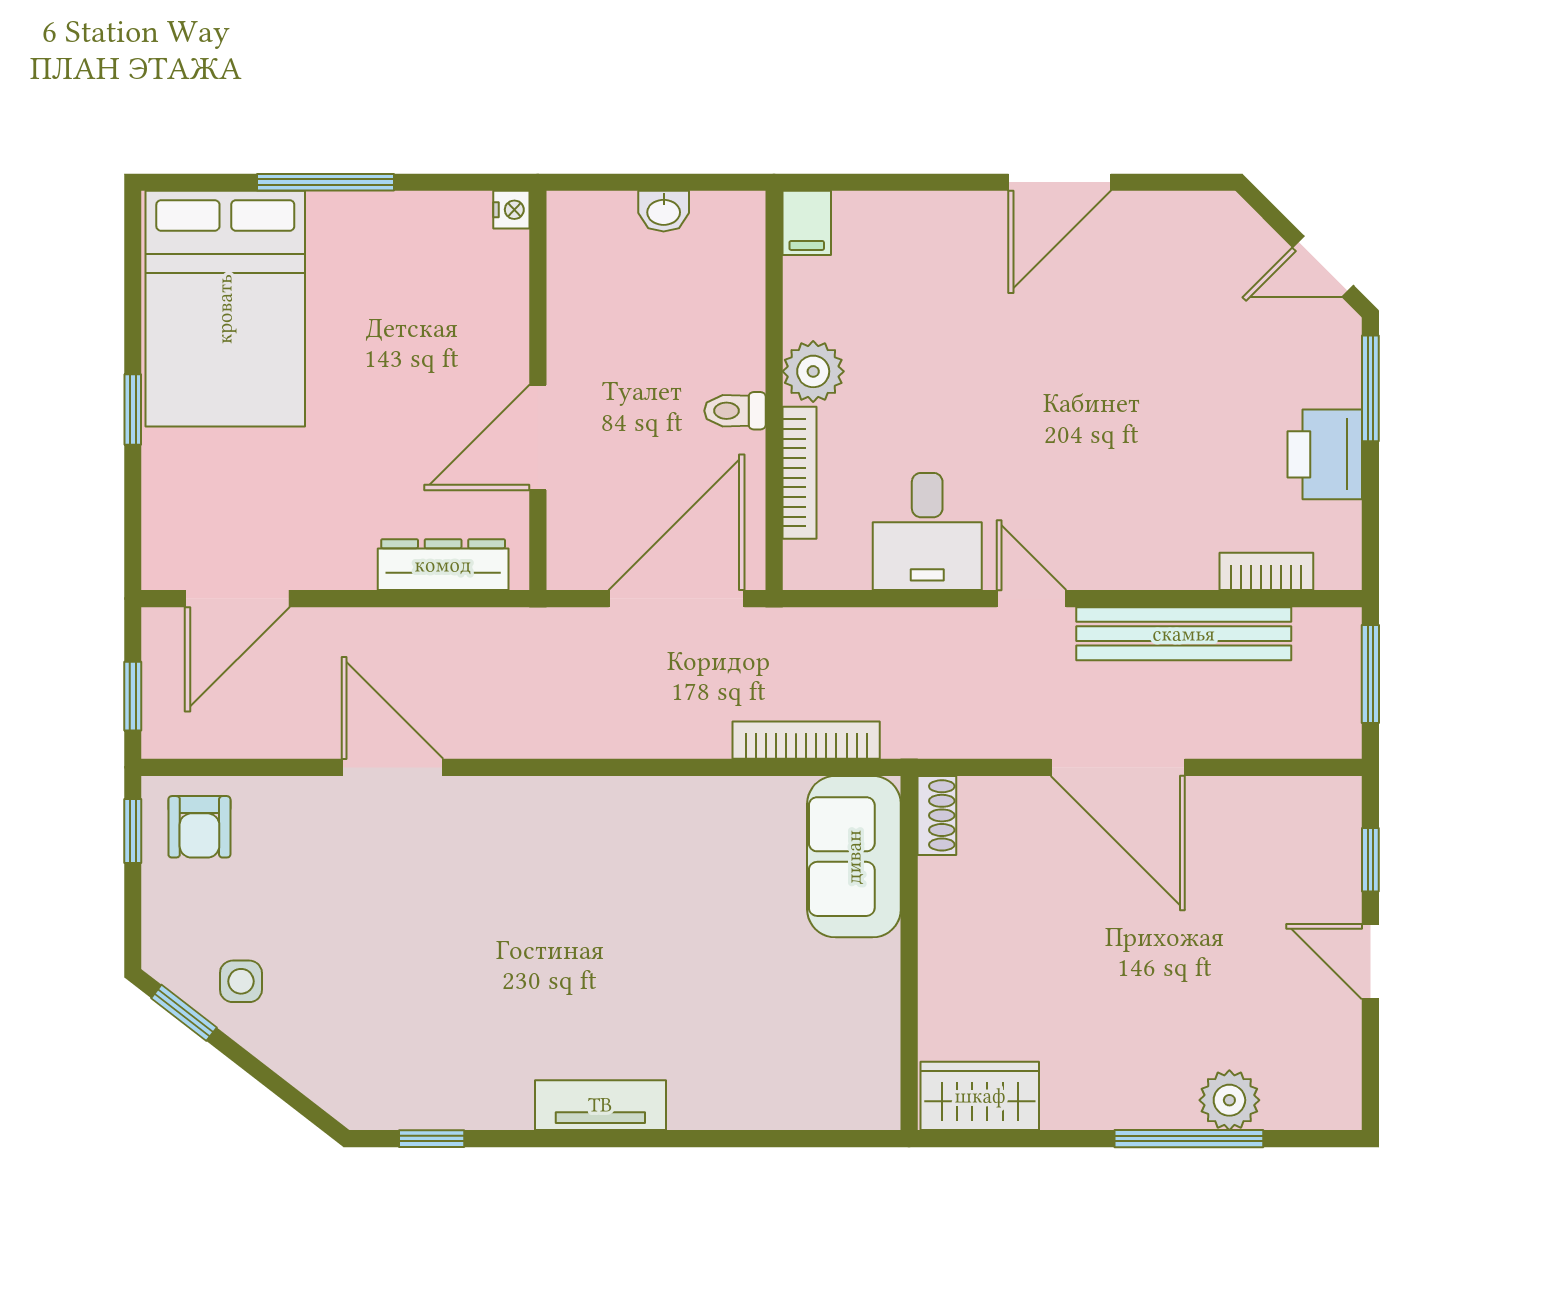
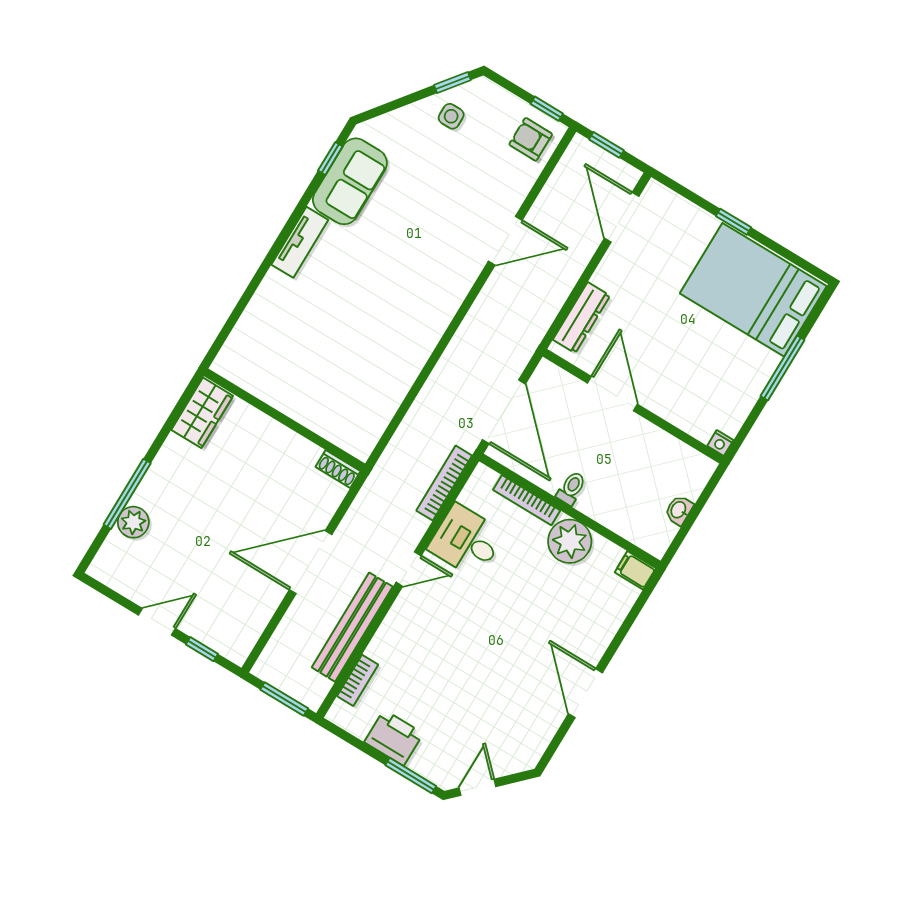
plant: (813, 371) -> (570, 541), width x1.36, depth x1.36
bookcase: (806, 740) -> (444, 483), moved, turned 180
sofa: (854, 857) -> (350, 181), moved, turned 90

